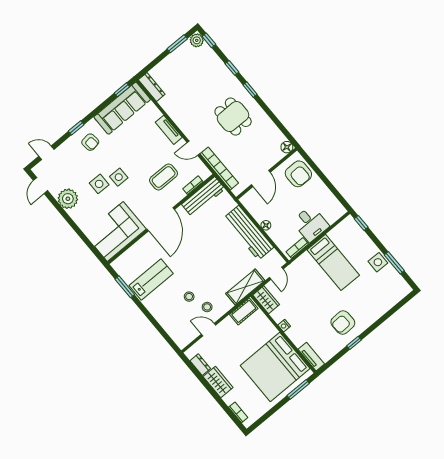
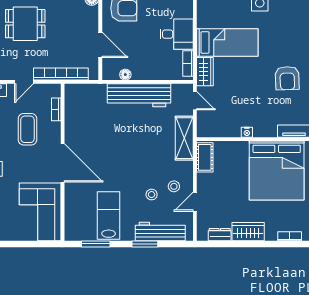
workbench: (203, 197) -> (160, 232), moved, turned -90
floor lamp: (266, 225) -> (125, 75), moved
wardrobe: (266, 300) -> (205, 72), moved, turned 90
window: (152, 320) -> (145, 244), added

